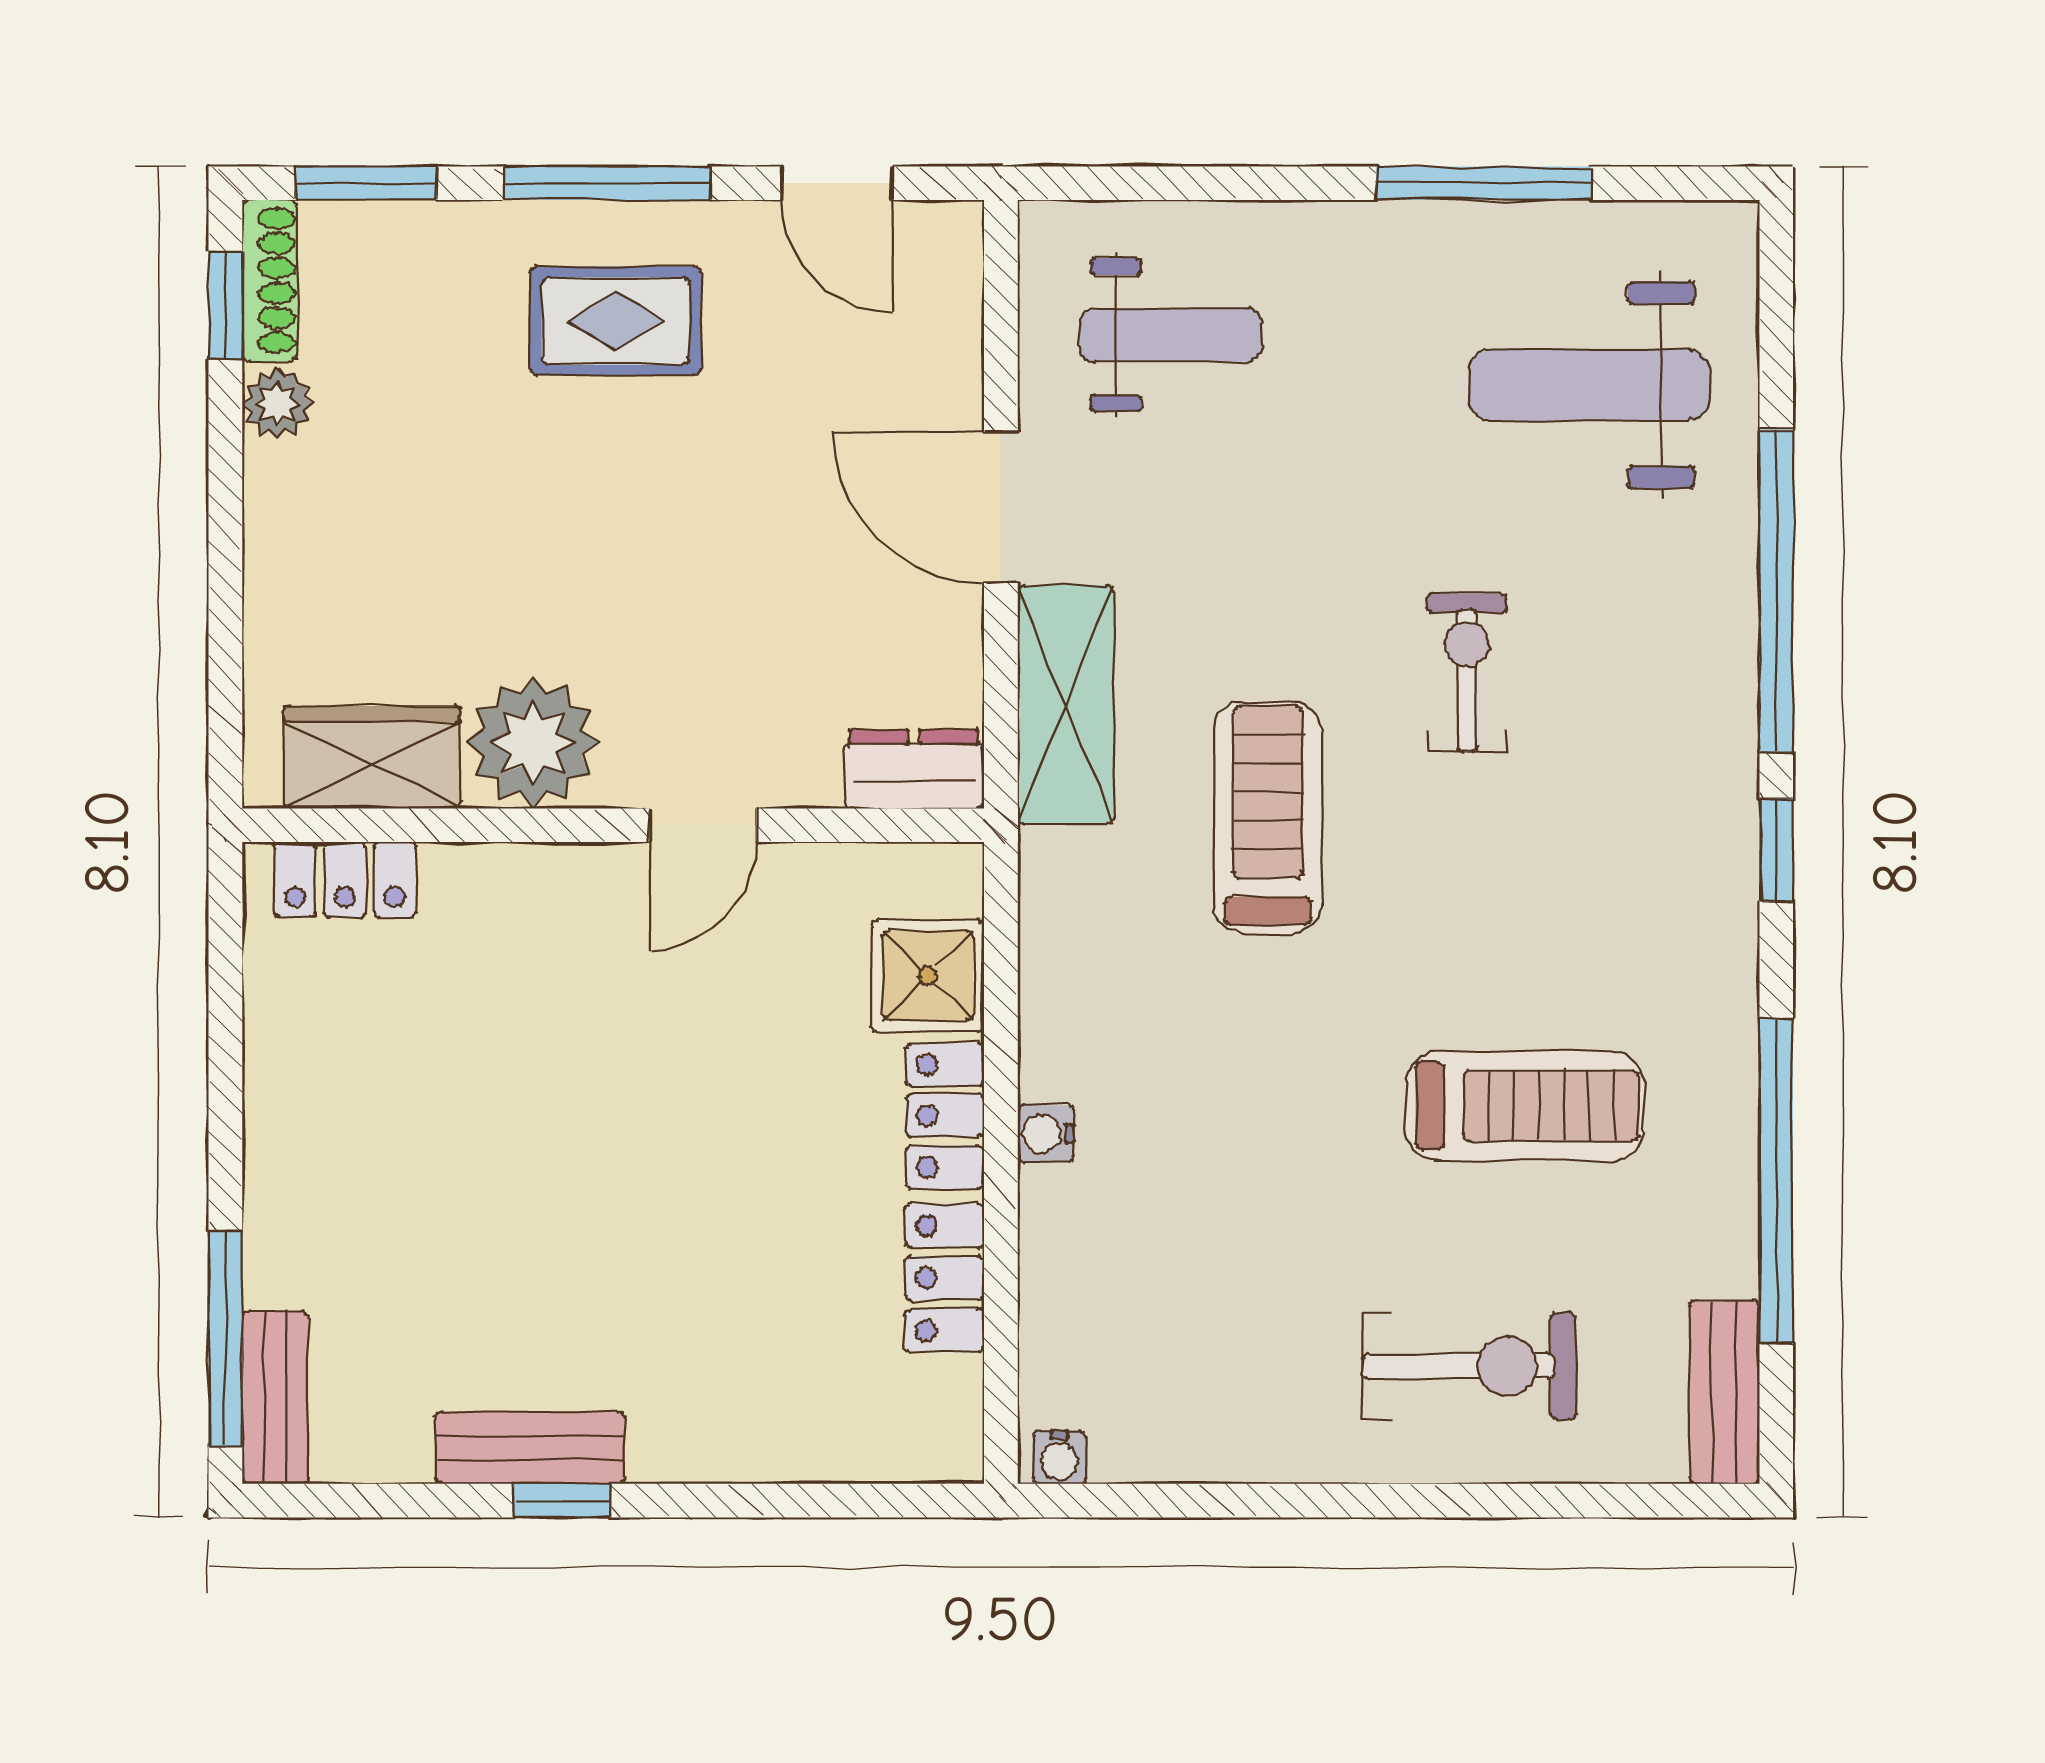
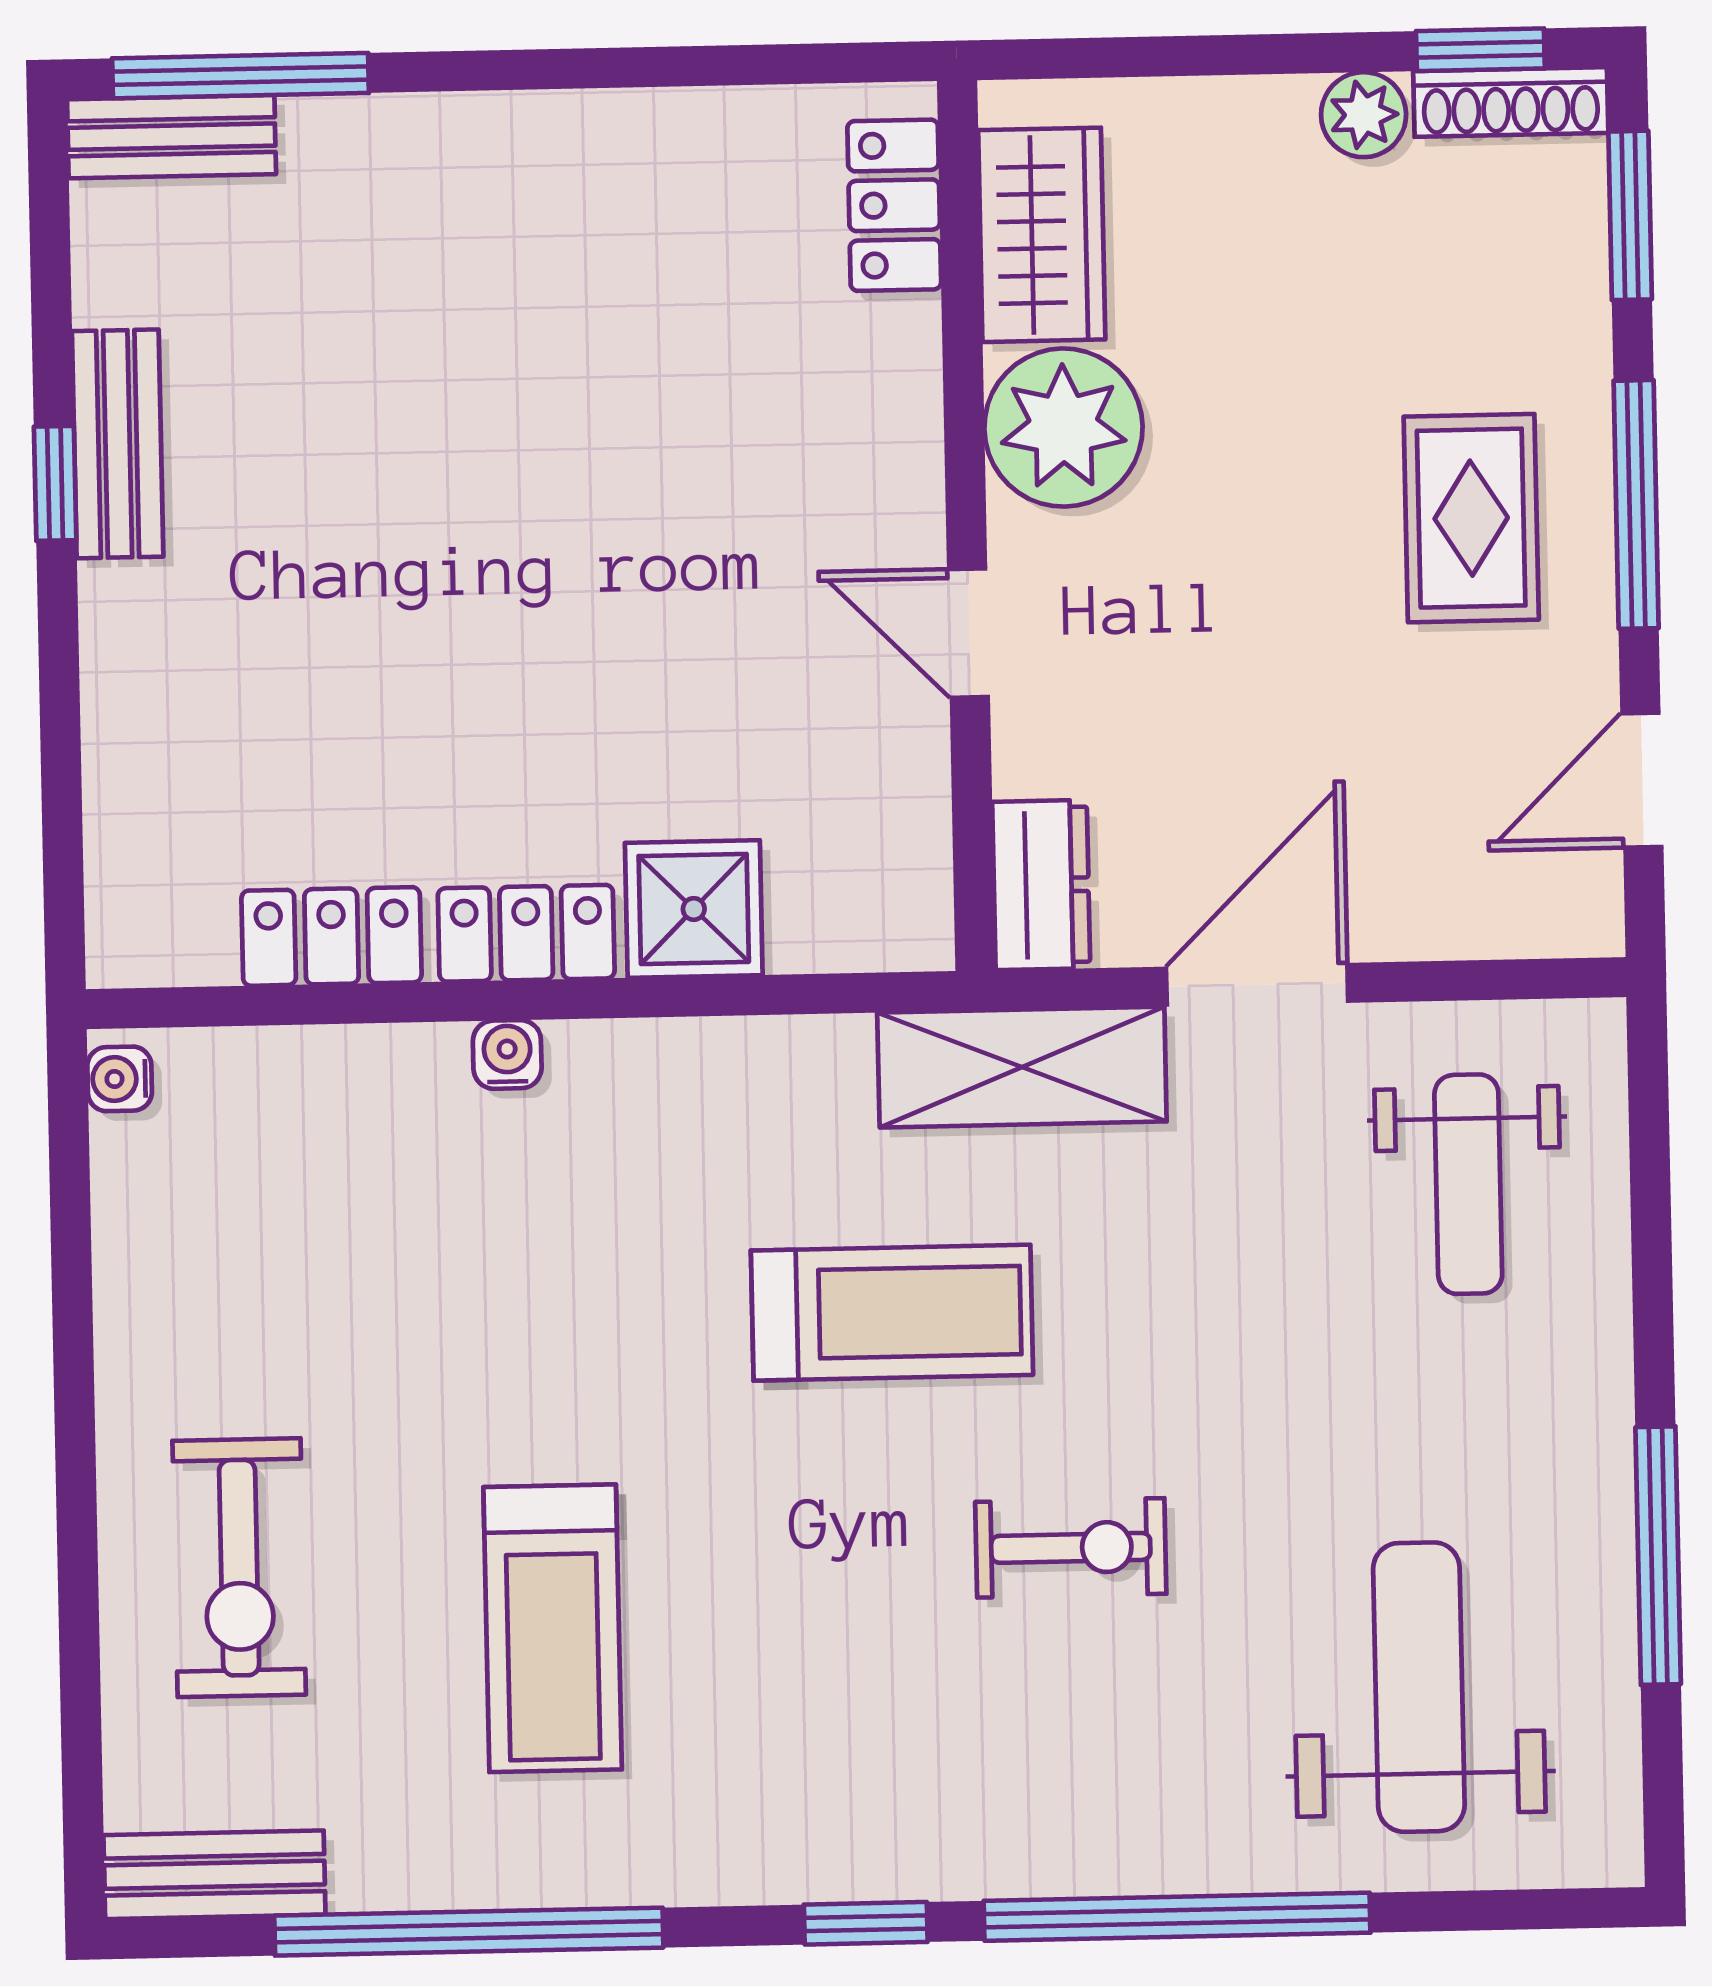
plant: (533, 743) -> (1063, 428), moved
wardrobe: (372, 757) -> (1042, 235), moved
dresser: (914, 769) -> (1041, 885), moved
wall: (613, 825) -> (966, 526), moved
door: (703, 825) -> (969, 633), moved
locker: (345, 880) -> (894, 205), moved

